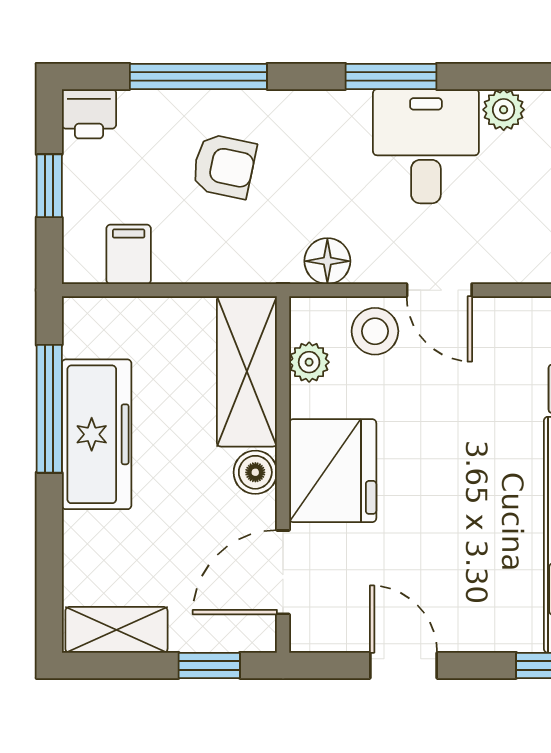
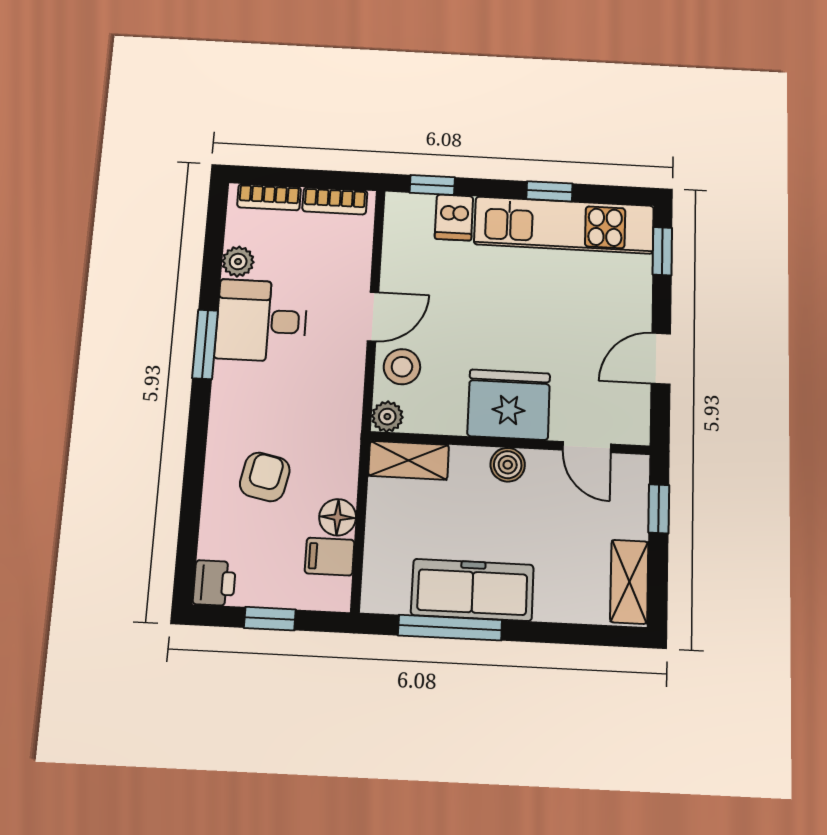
window: (198, 76) -> (192, 493), removed
floor lamp: (327, 261) -> (338, 517), moved
plant: (309, 362) -> (387, 417), moved
shelving: (247, 371) -> (409, 460), width x0.67, depth x0.75
door: (283, 572) -> (587, 447), width x0.73

